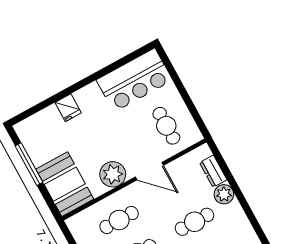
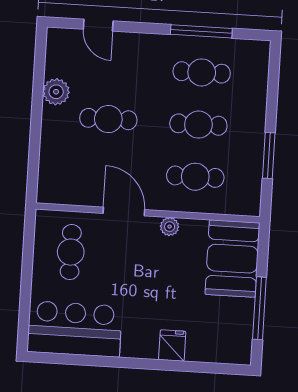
dresser: (213, 171) -> (49, 164), removed
plant: (113, 174) -> (170, 227), width x0.53, depth x0.53
plant: (224, 194) -> (56, 92), moved

